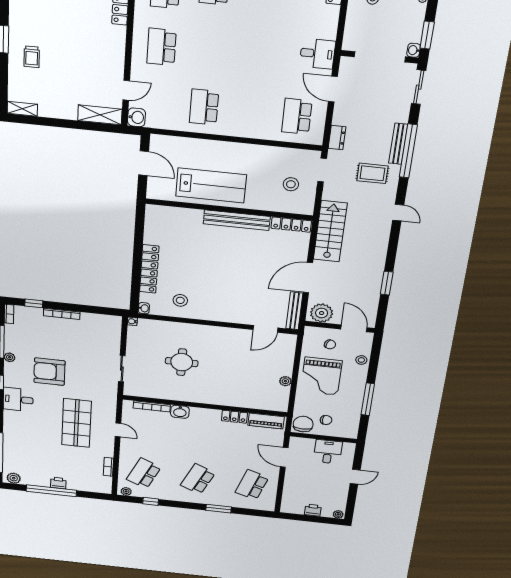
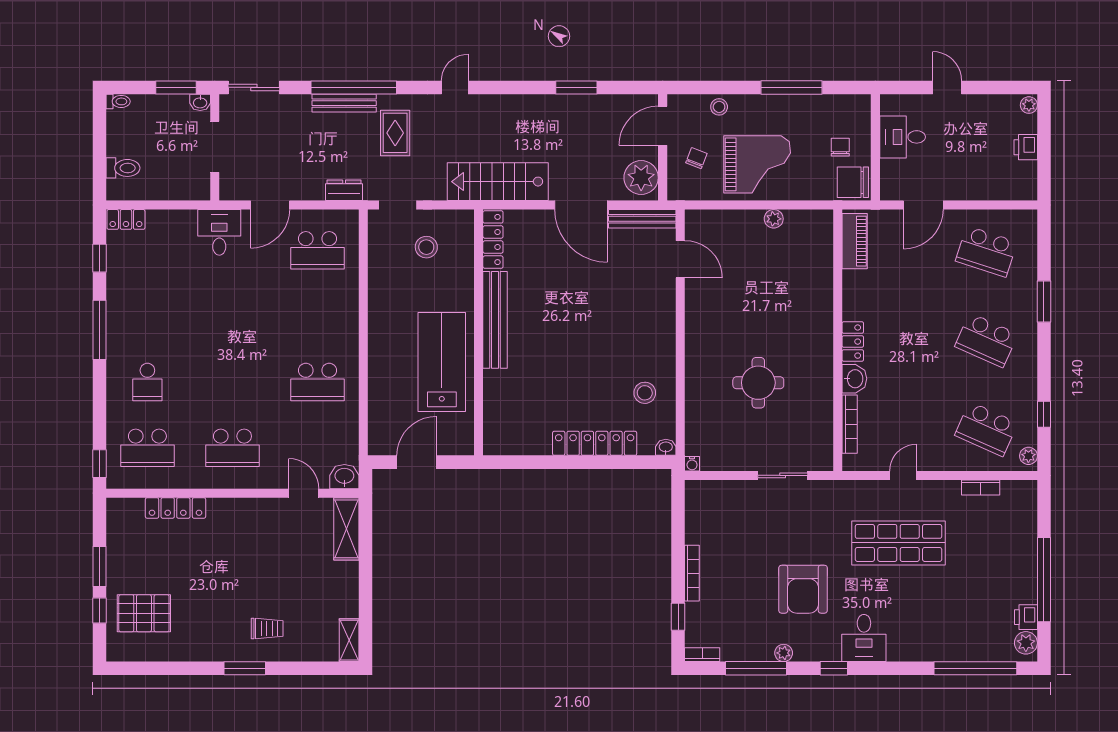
doorway: (380, 57) -> (215, 147), width x0.73
locker: (234, 417) -> (853, 342), moved
printer: (58, 483) -> (1026, 617), moved

